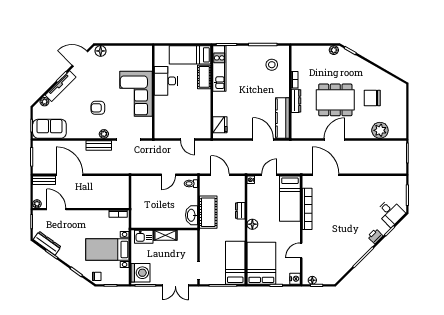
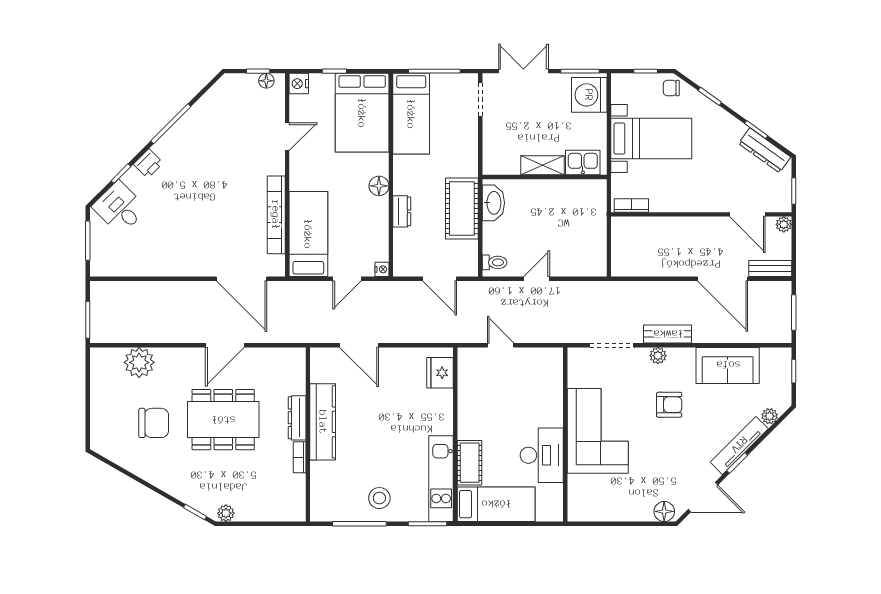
stool: (272, 65) -> (379, 498), moved
kitchen counter: (282, 118) -> (323, 422), moved
sofa: (49, 129) -> (728, 365), moved

